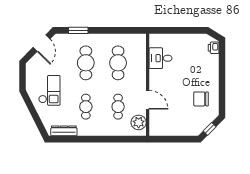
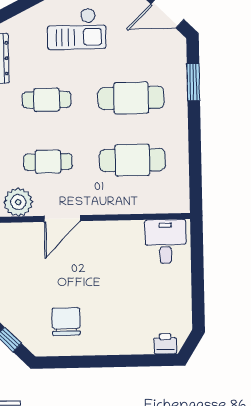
desk: (161, 58) -> (166, 241), moved

